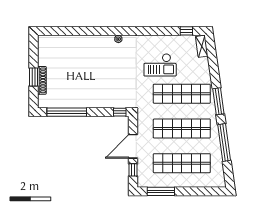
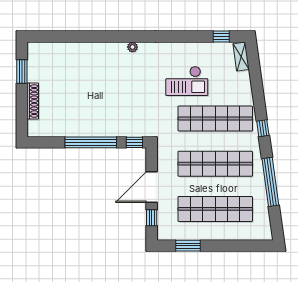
window: (33, 77) -> (22, 72), moved
window: (218, 101) -> (263, 128), width x0.46
window: (67, 112) -> (91, 142), moved
window: (161, 191) -> (188, 246), width x0.69

